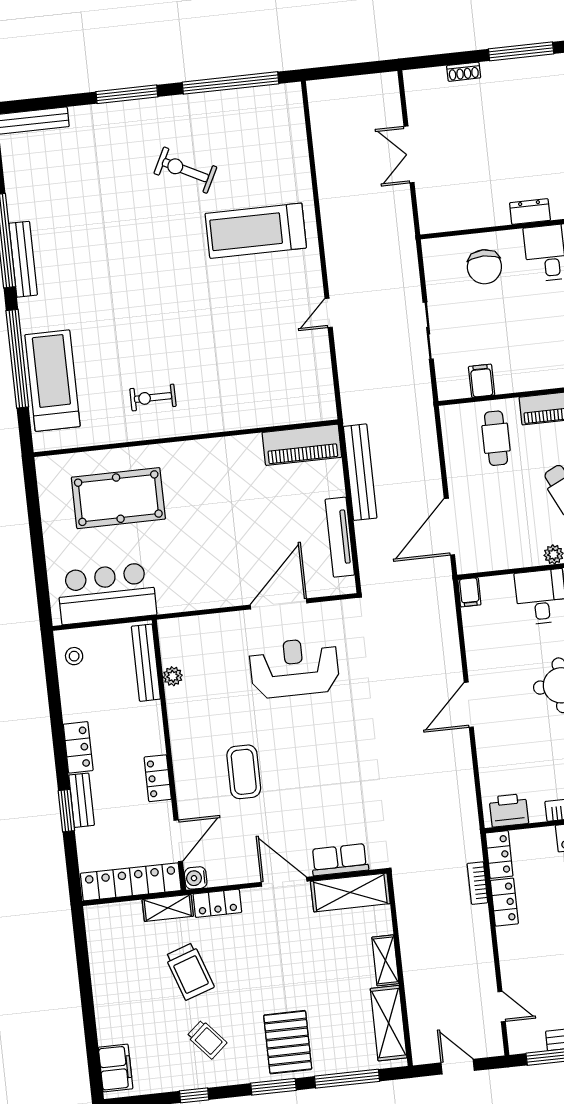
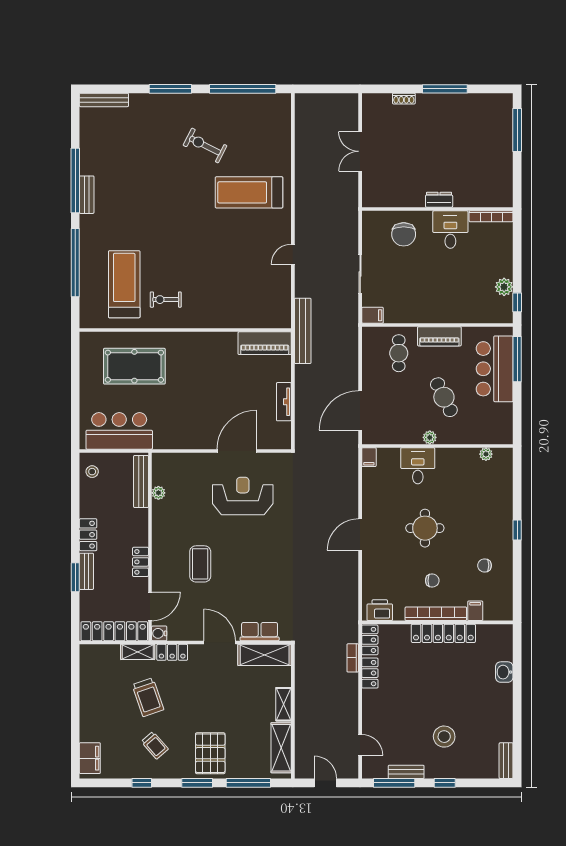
bench: (23, 259) -> (87, 195), width x0.73
treadmill: (52, 381) -> (124, 284), moved
filing cabinet: (482, 381) -> (373, 315), moved, turned 90
bench: (360, 472) -> (303, 331), moved
tv unit: (340, 537) -> (284, 402), width x0.71

